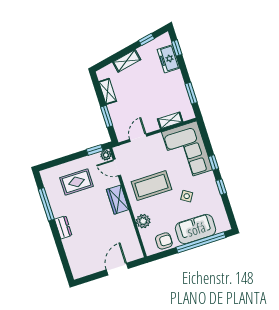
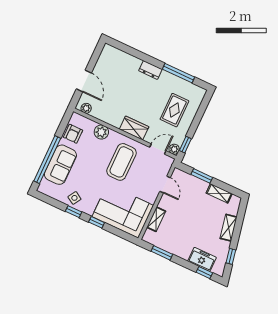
side table: (187, 196) -> (74, 198), moved
plant: (136, 249) -> (86, 108), added

